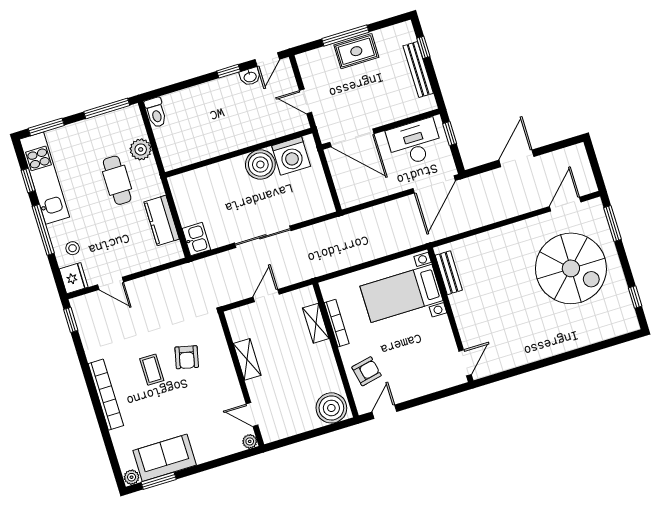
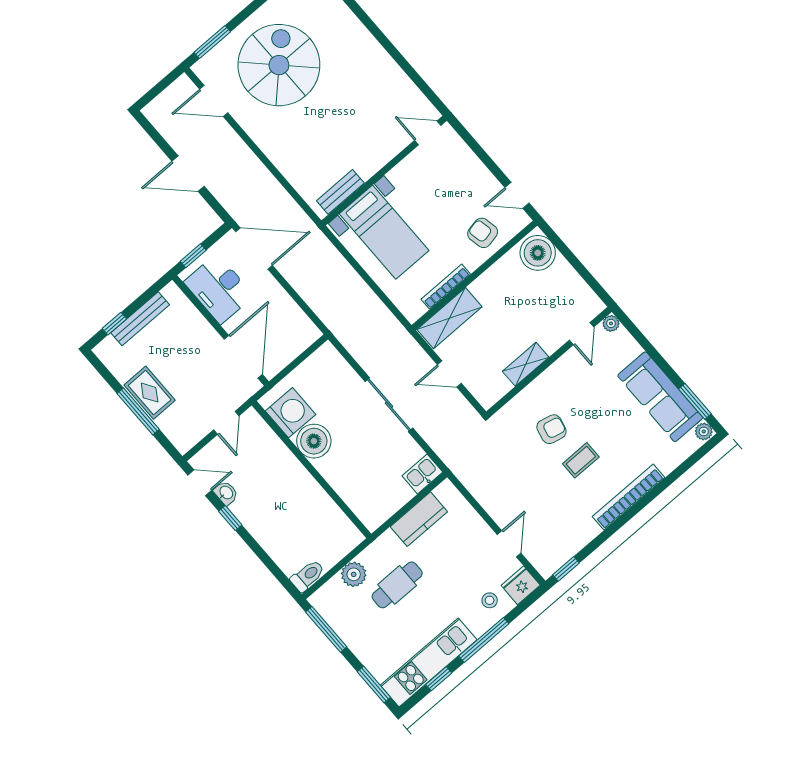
shelving: (316, 323) -> (450, 318), width x1.50, depth x1.33
sofa: (165, 458) -> (660, 397), width x1.36

